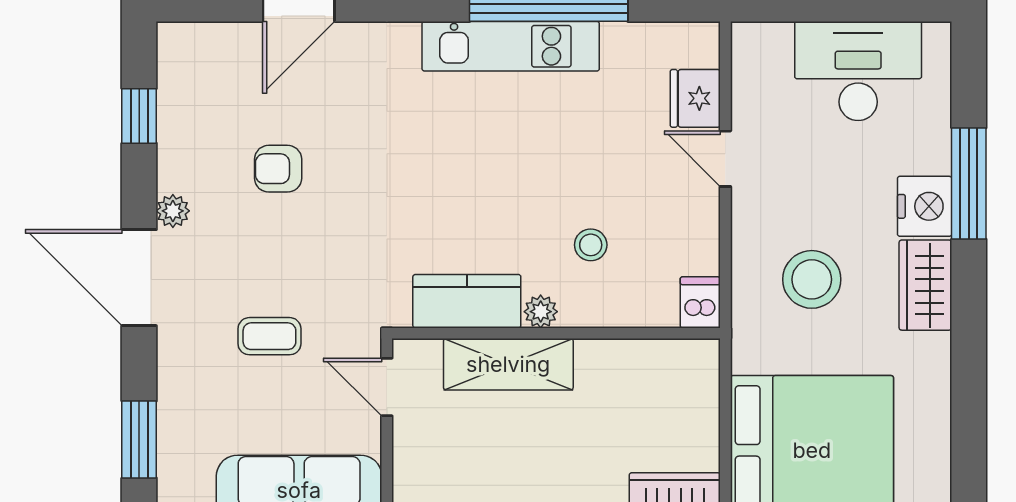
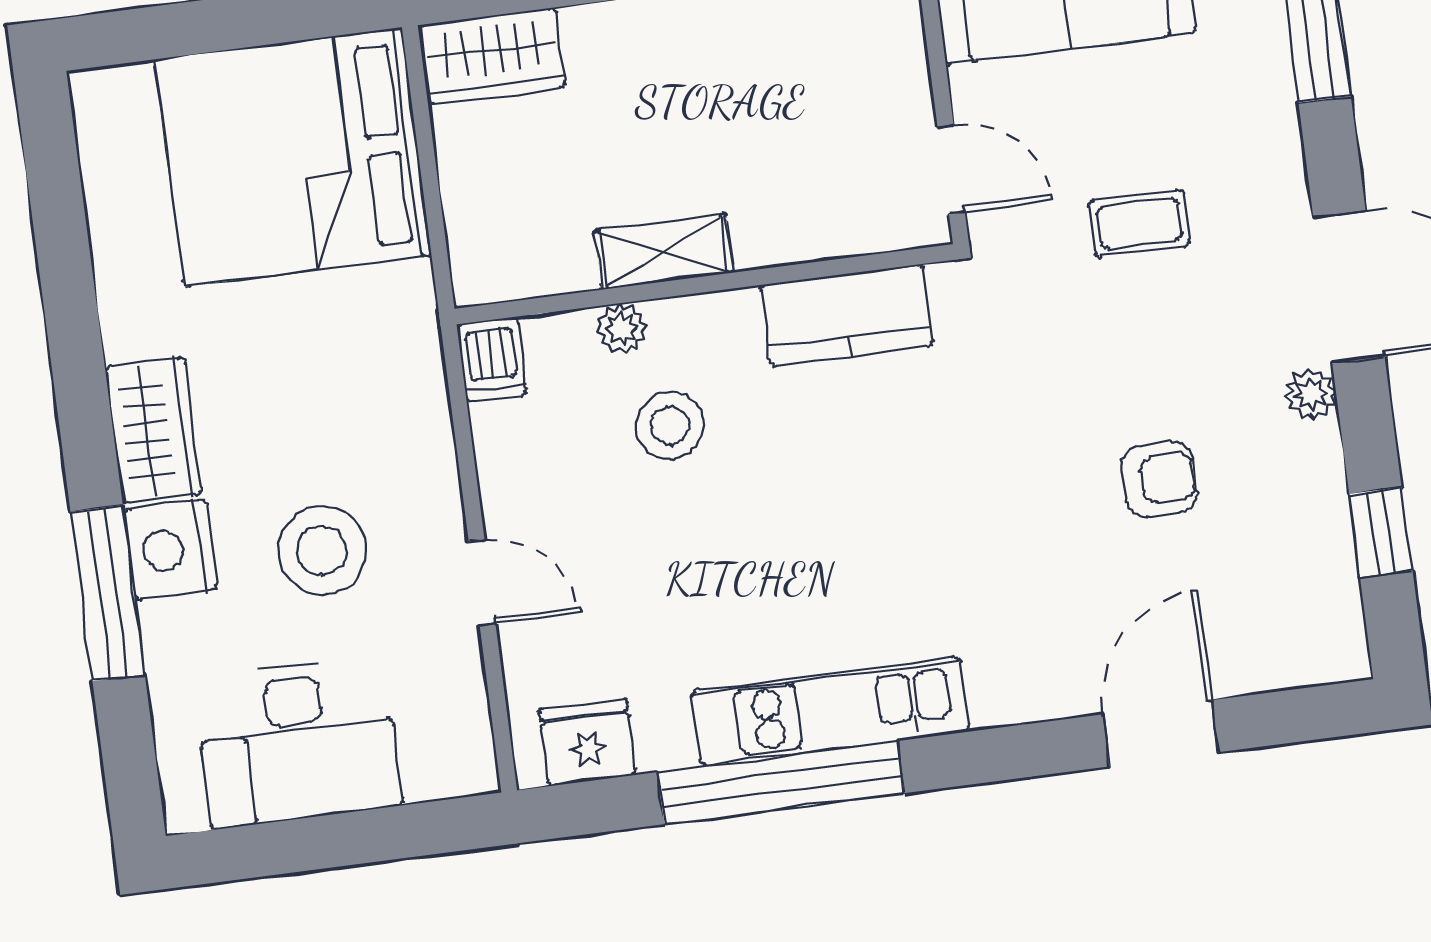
fridge: (695, 98) -> (588, 743), moved, turned -90
stool: (591, 245) -> (670, 425), width x1.37, depth x1.37
stool: (812, 279) -> (322, 551), moved
plant: (541, 312) -> (622, 329), moved
shelving: (508, 364) -> (664, 252), moved, width x0.67, depth x0.75

